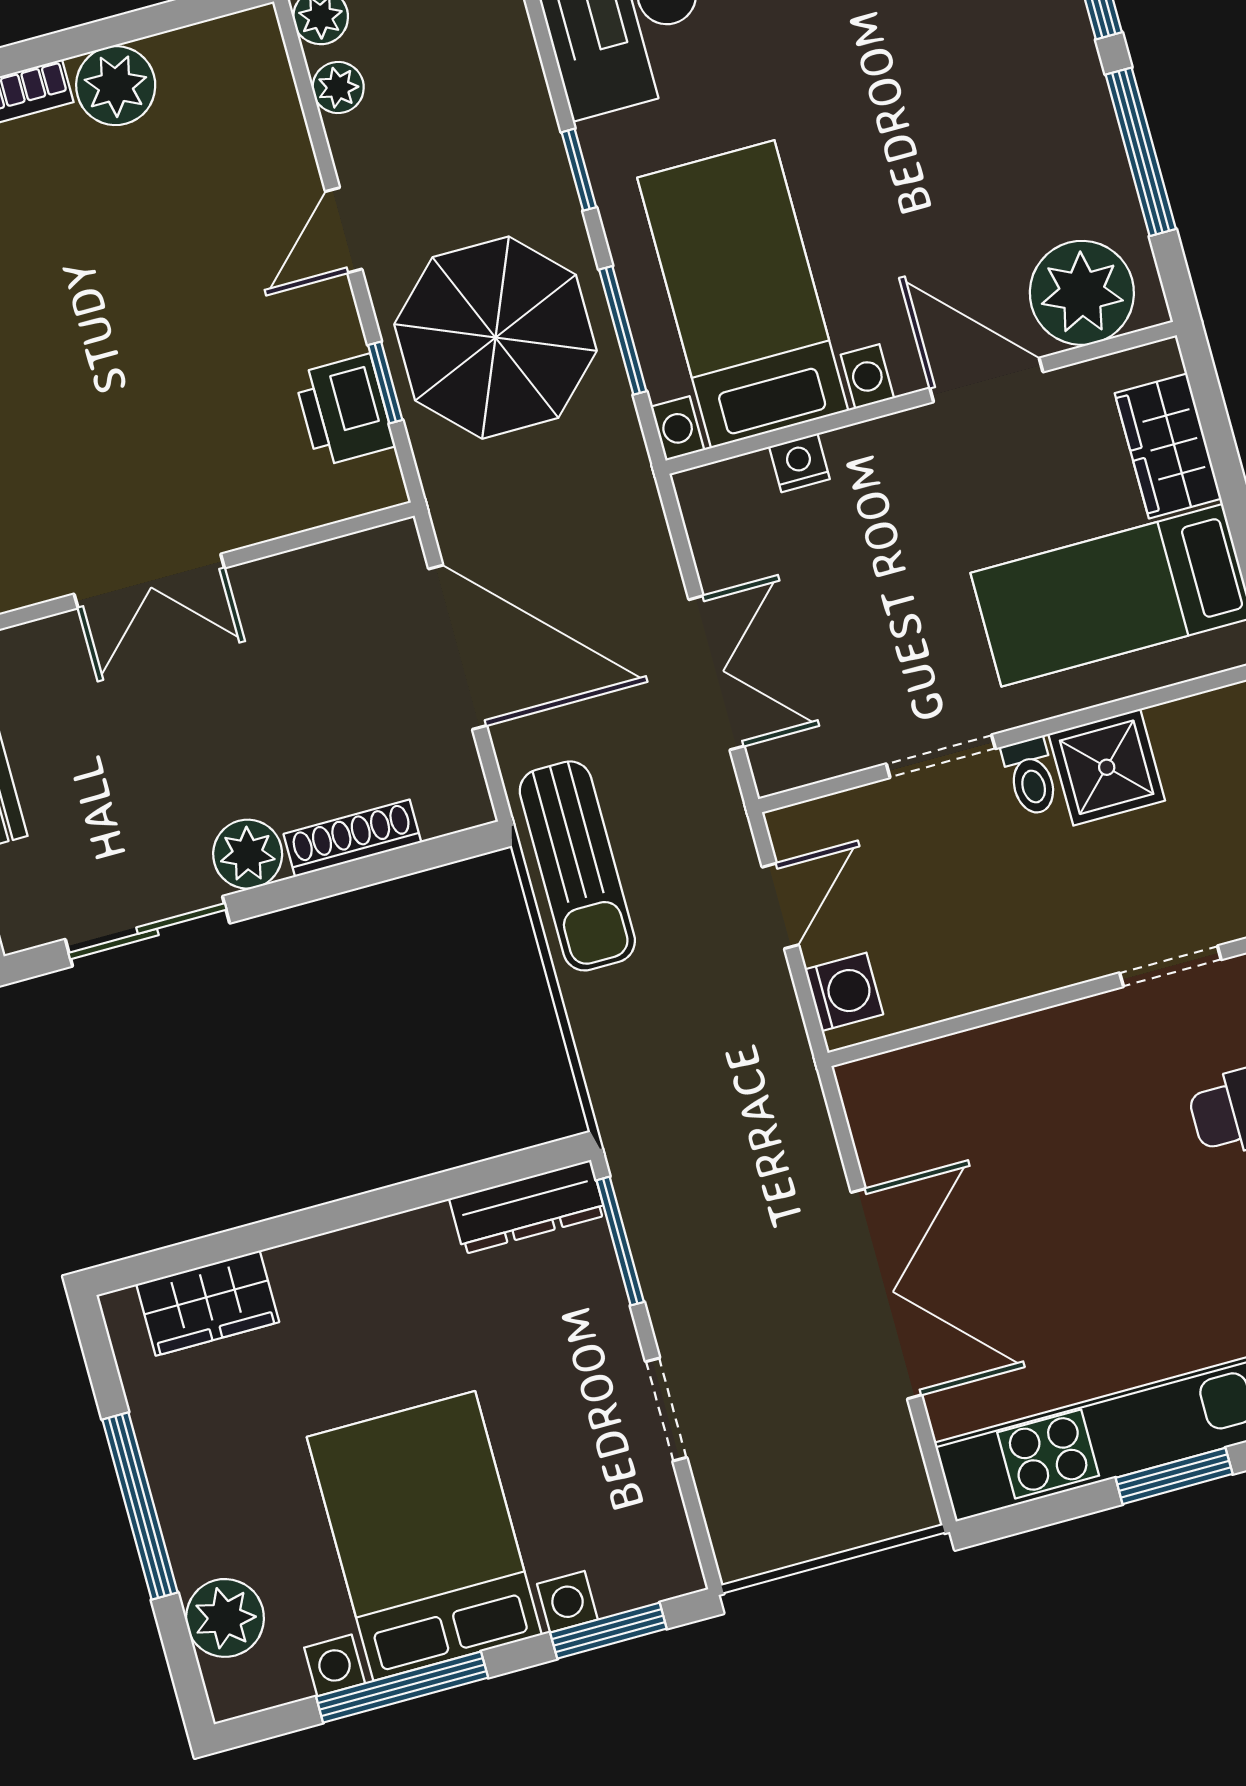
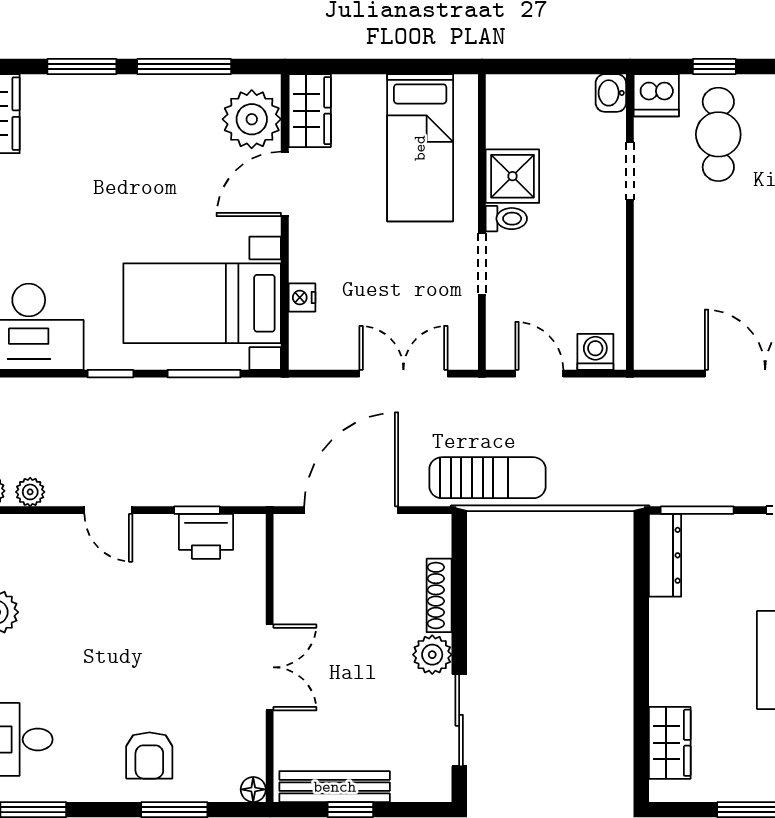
parasol: (495, 338) -> (189, 444), removed
wardrobe: (1168, 446) -> (310, 111), moved, turned -90

